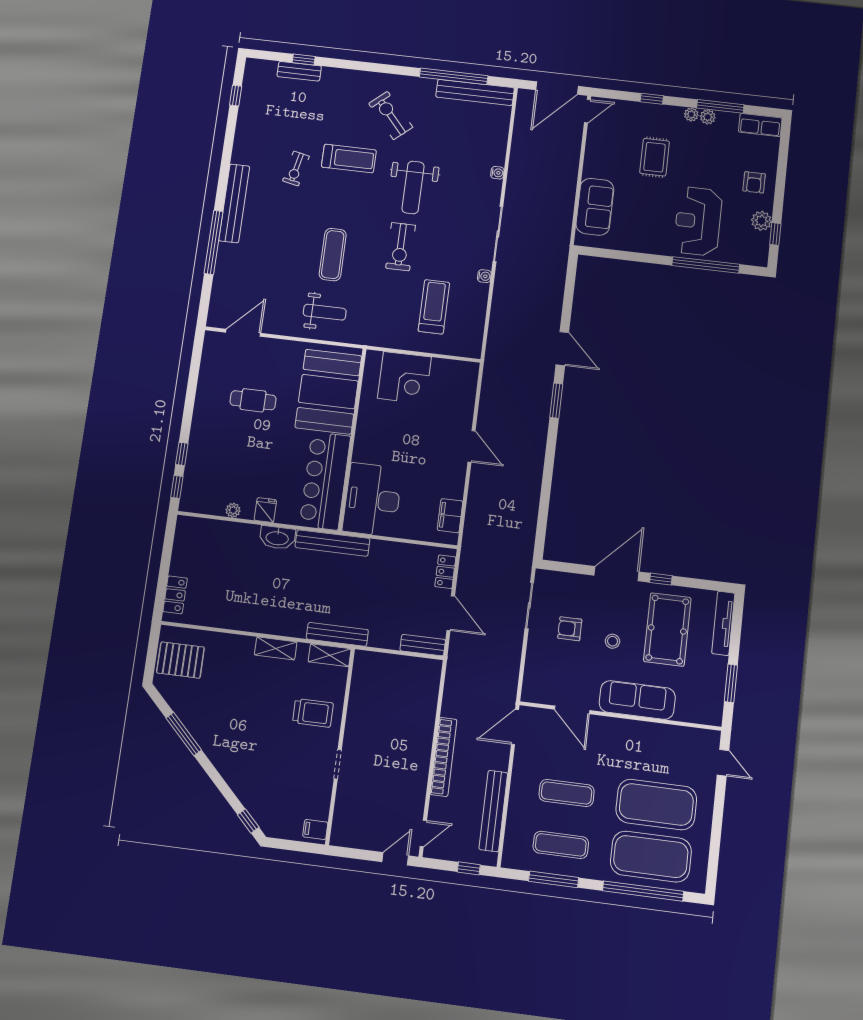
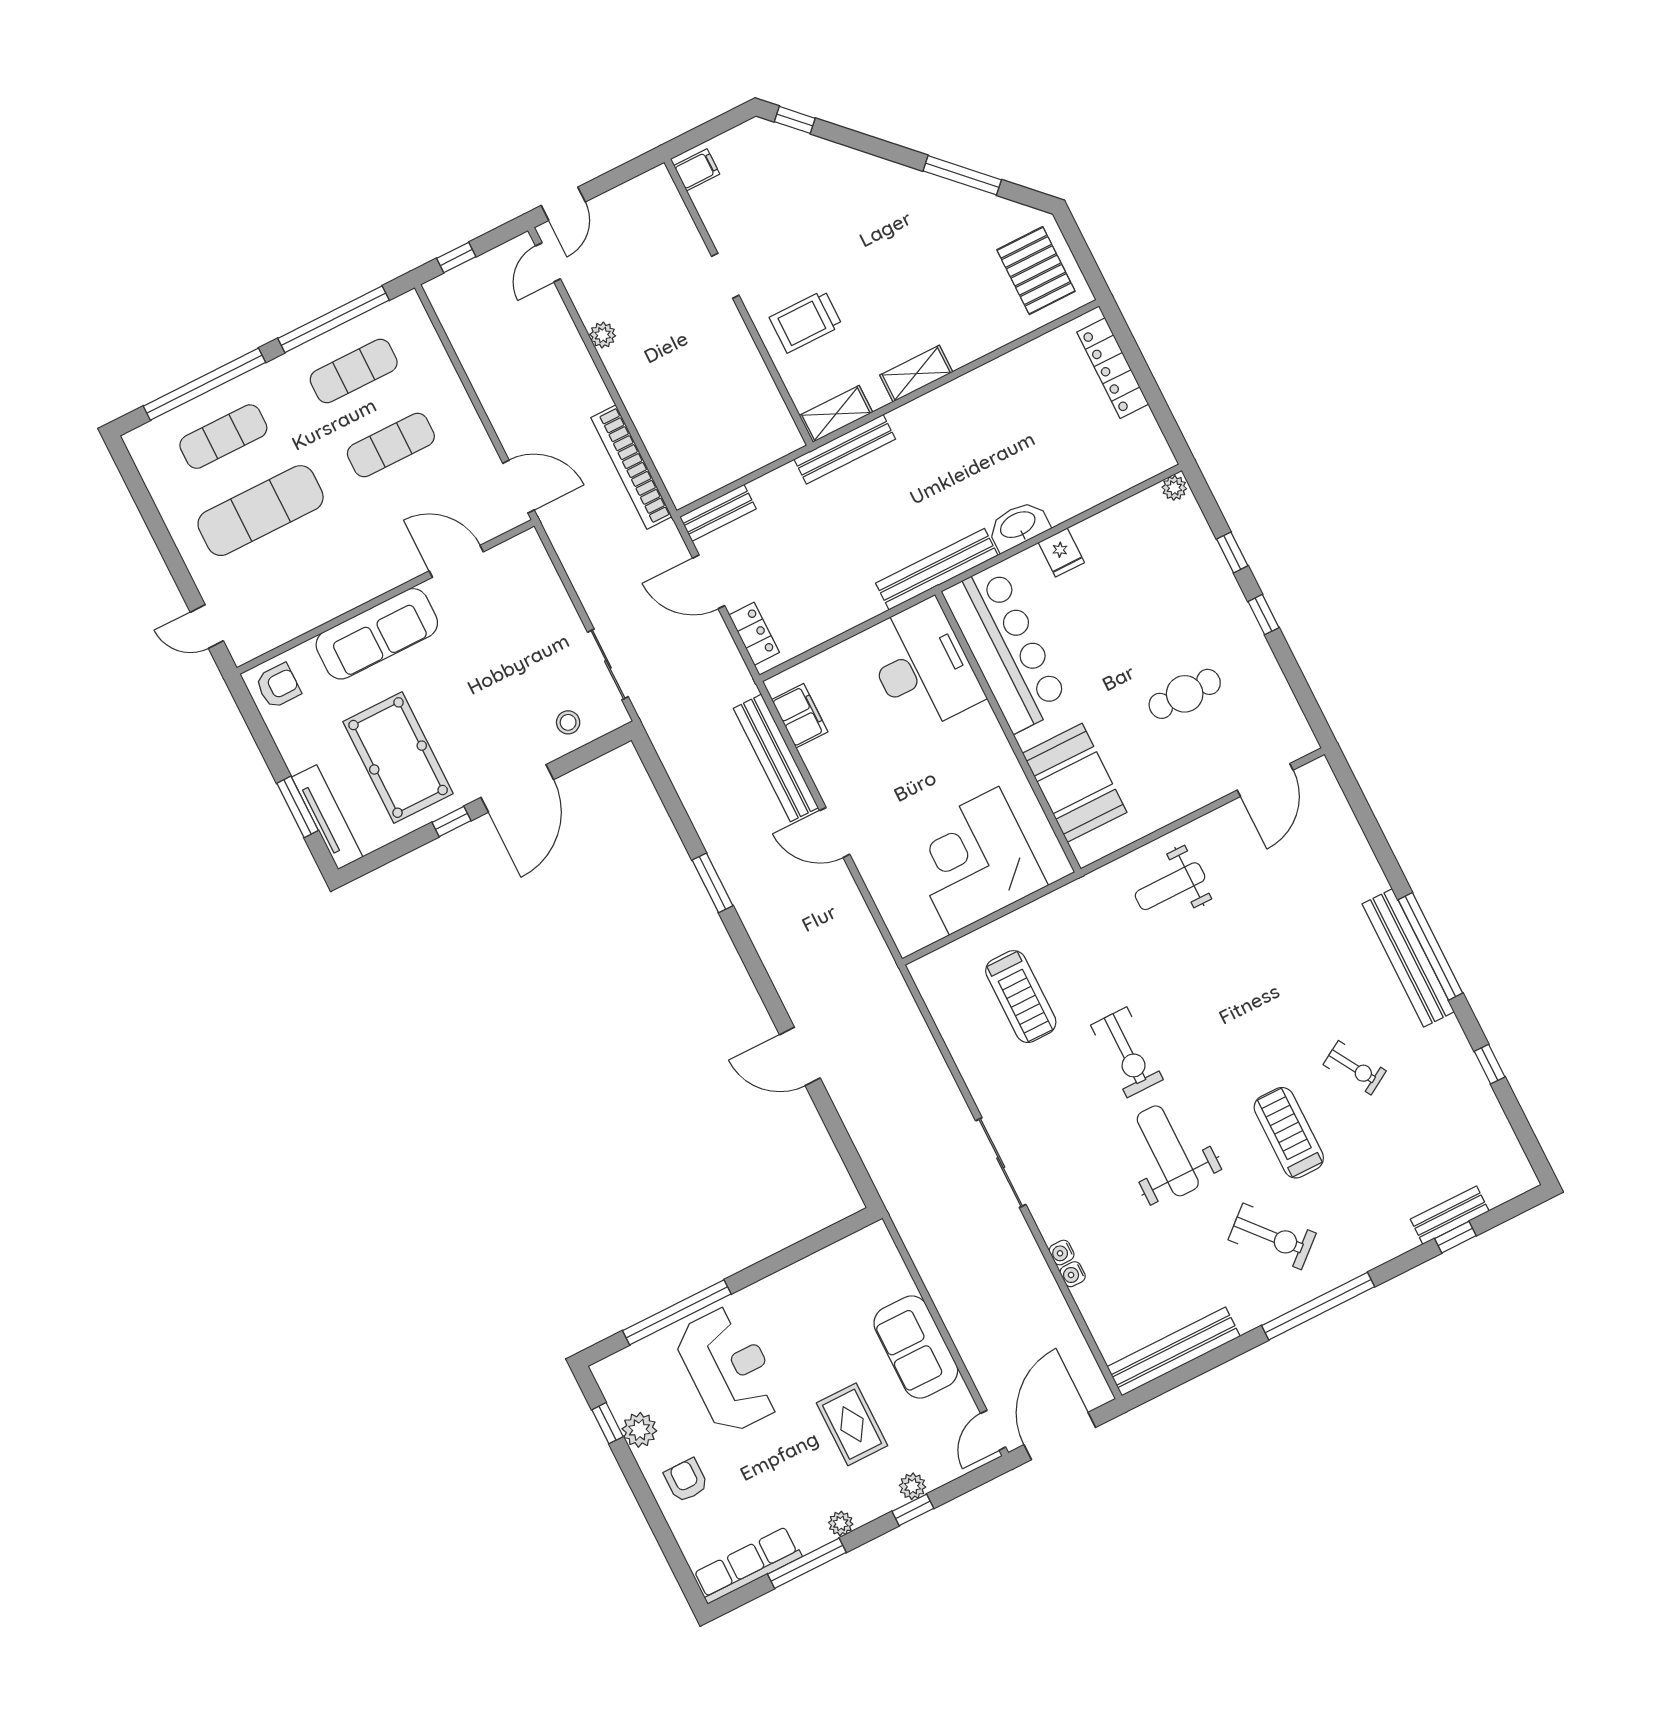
window: (454, 76) -> (1318, 1306), moved
window: (236, 96) -> (1490, 1064), moved
plant: (708, 117) -> (912, 1486), moved
row of seats: (760, 125) -> (747, 1565), width x1.48
treadmill: (349, 159) -> (1289, 1133), turned 90
exercise bike: (296, 169) -> (1355, 1068), turned 137
sofa: (595, 207) -> (916, 1347), moved
window: (214, 242) -> (1430, 946), moved
exercise bike: (401, 247) -> (1127, 1052), turned 180
exercise mat: (333, 255) -> (1216, 977), removed
water cooler: (484, 276) -> (1073, 1274), moved
corner desk: (404, 378) -> (974, 861), width x1.36, depth x1.36
booth: (328, 392) -> (1075, 783), width x0.73, depth x0.70
window: (556, 401) -> (713, 883), moved
window: (177, 487) -> (1264, 615), moved
plant: (233, 510) -> (1174, 488), moved
locker: (175, 595) -> (1113, 368), width x1.53
armchair: (570, 629) -> (278, 686), moved
stool: (613, 641) -> (568, 722), moved
pallet: (180, 660) -> (1036, 271), turned 90
window: (731, 683) -> (298, 807), moved
door: (515, 727) -> (519, 487), hinge flipped
bookcase: (444, 757) -> (631, 467), moved
plant: (420, 776) -> (603, 335), added
exercise mat: (656, 804) -> (261, 511), width x0.68
bench: (493, 811) -> (776, 758), moved
exercise mat: (651, 857) -> (223, 437), width x0.50, depth x0.69
window: (554, 879) -> (333, 319), width x1.46

